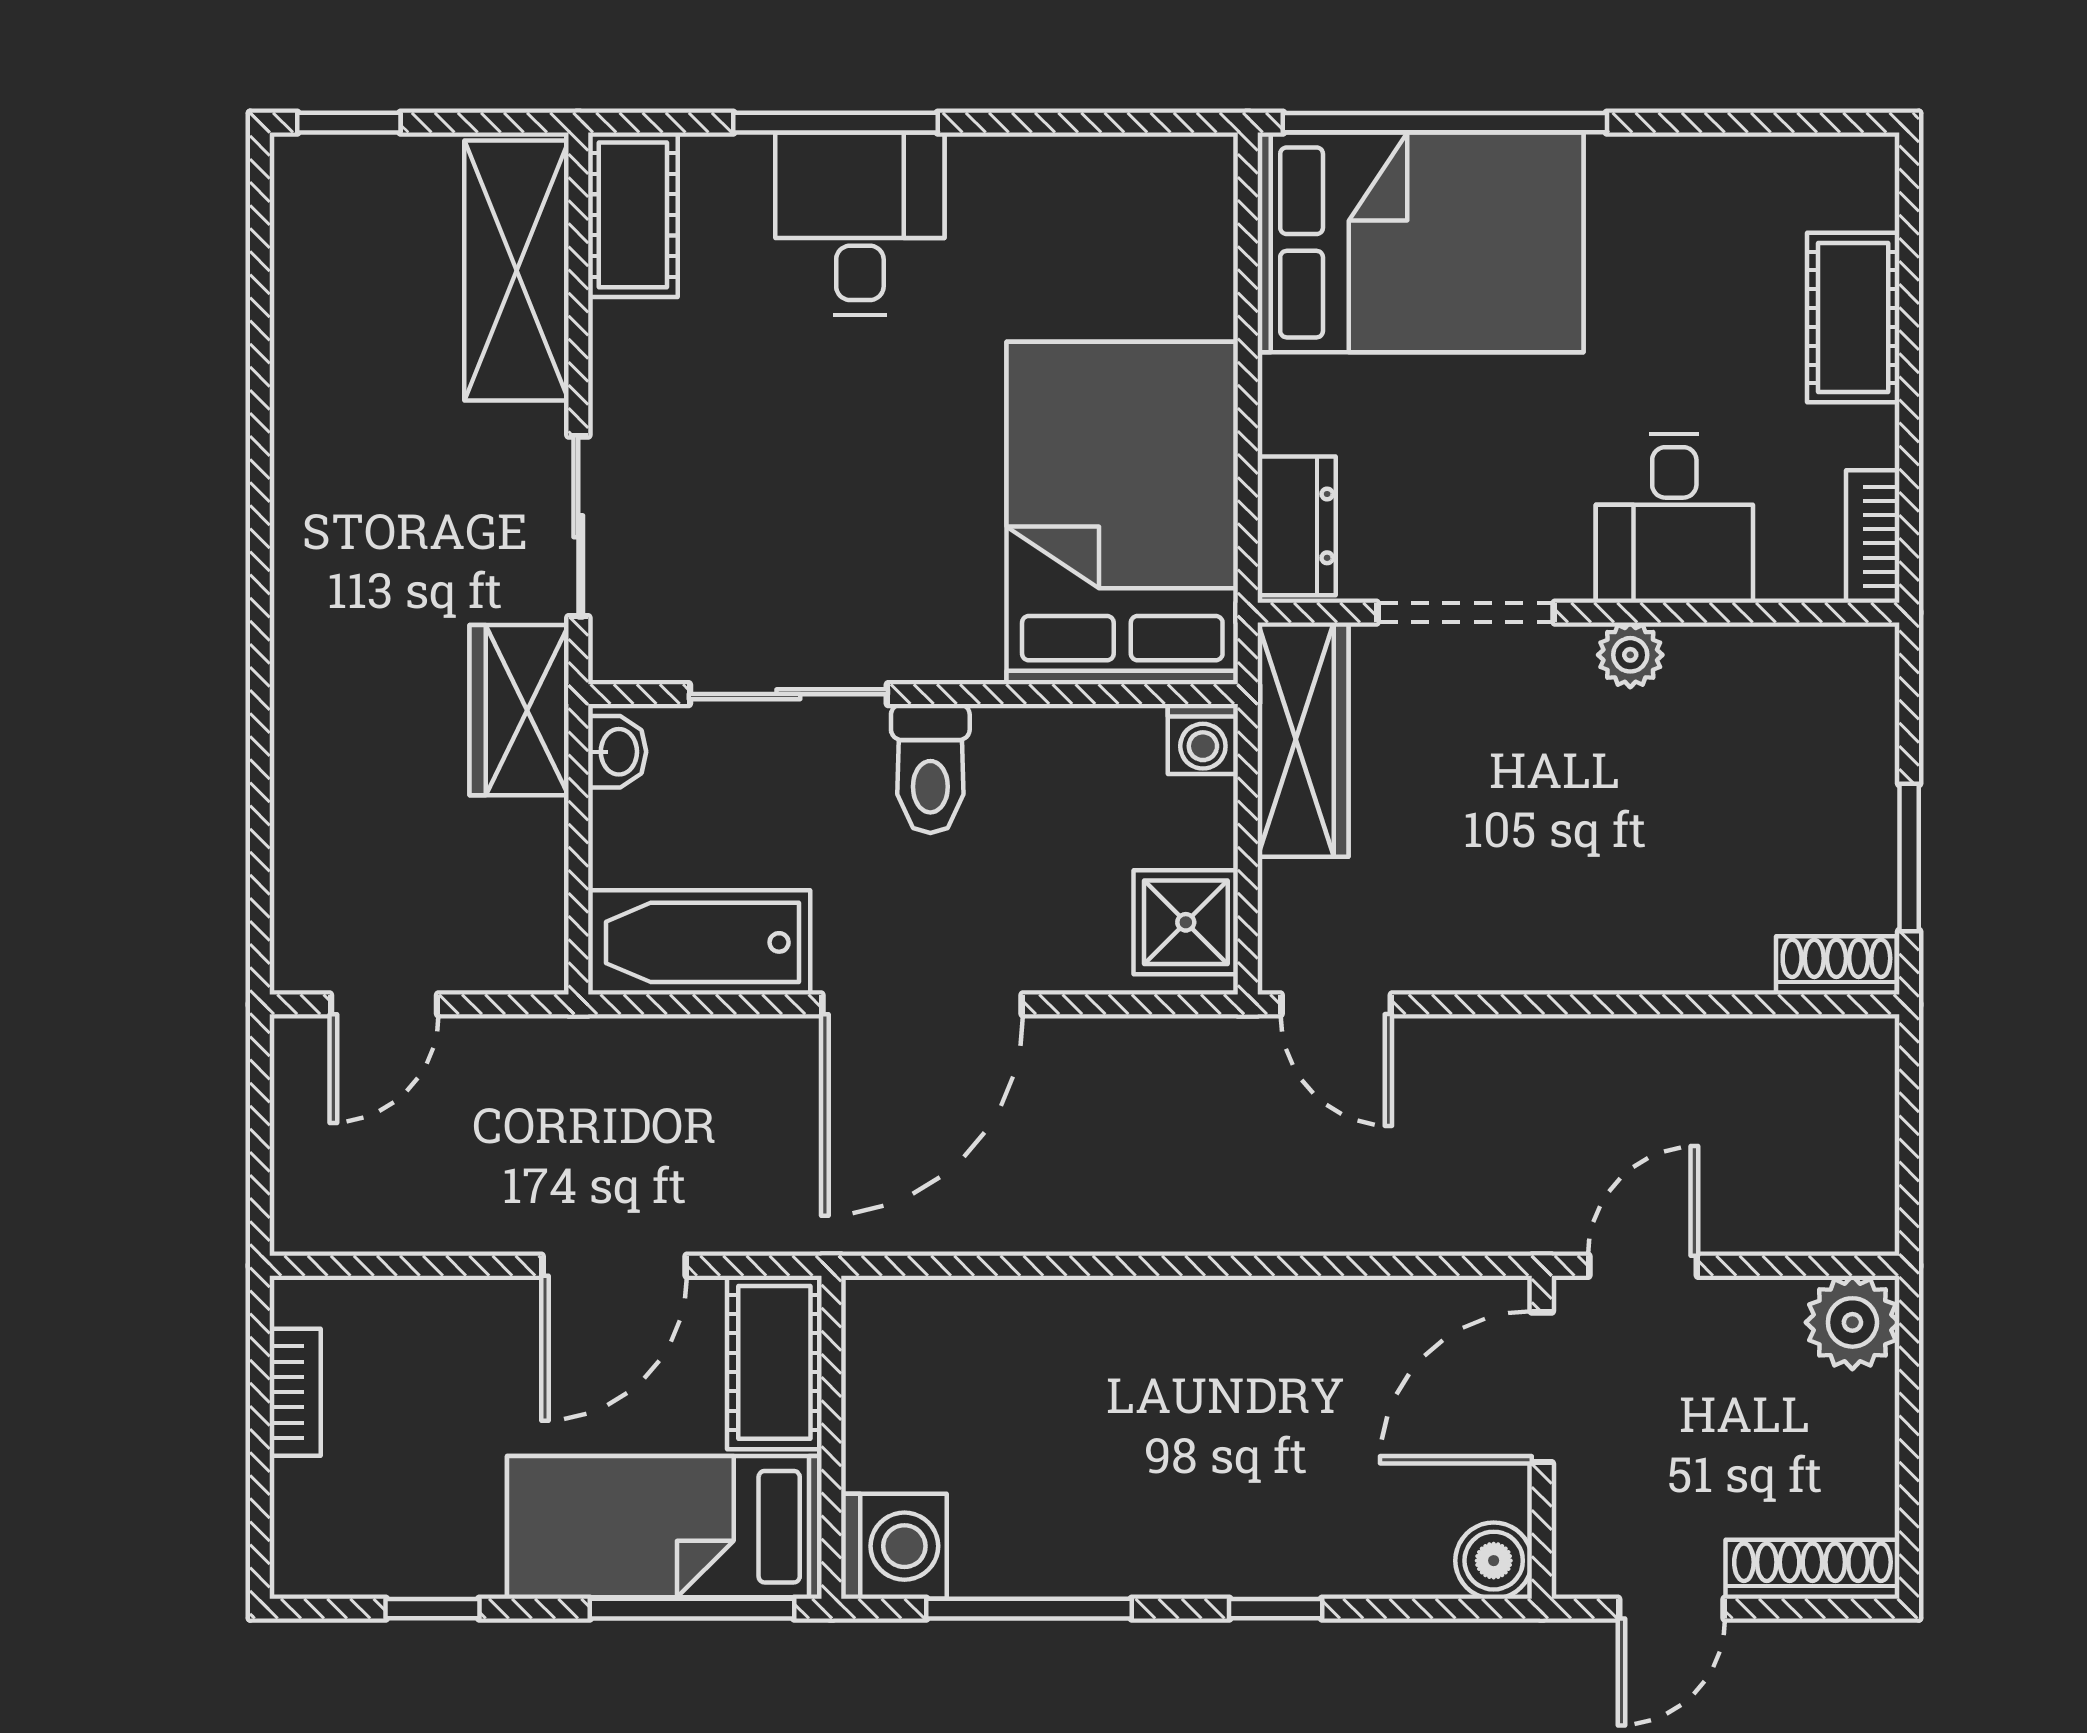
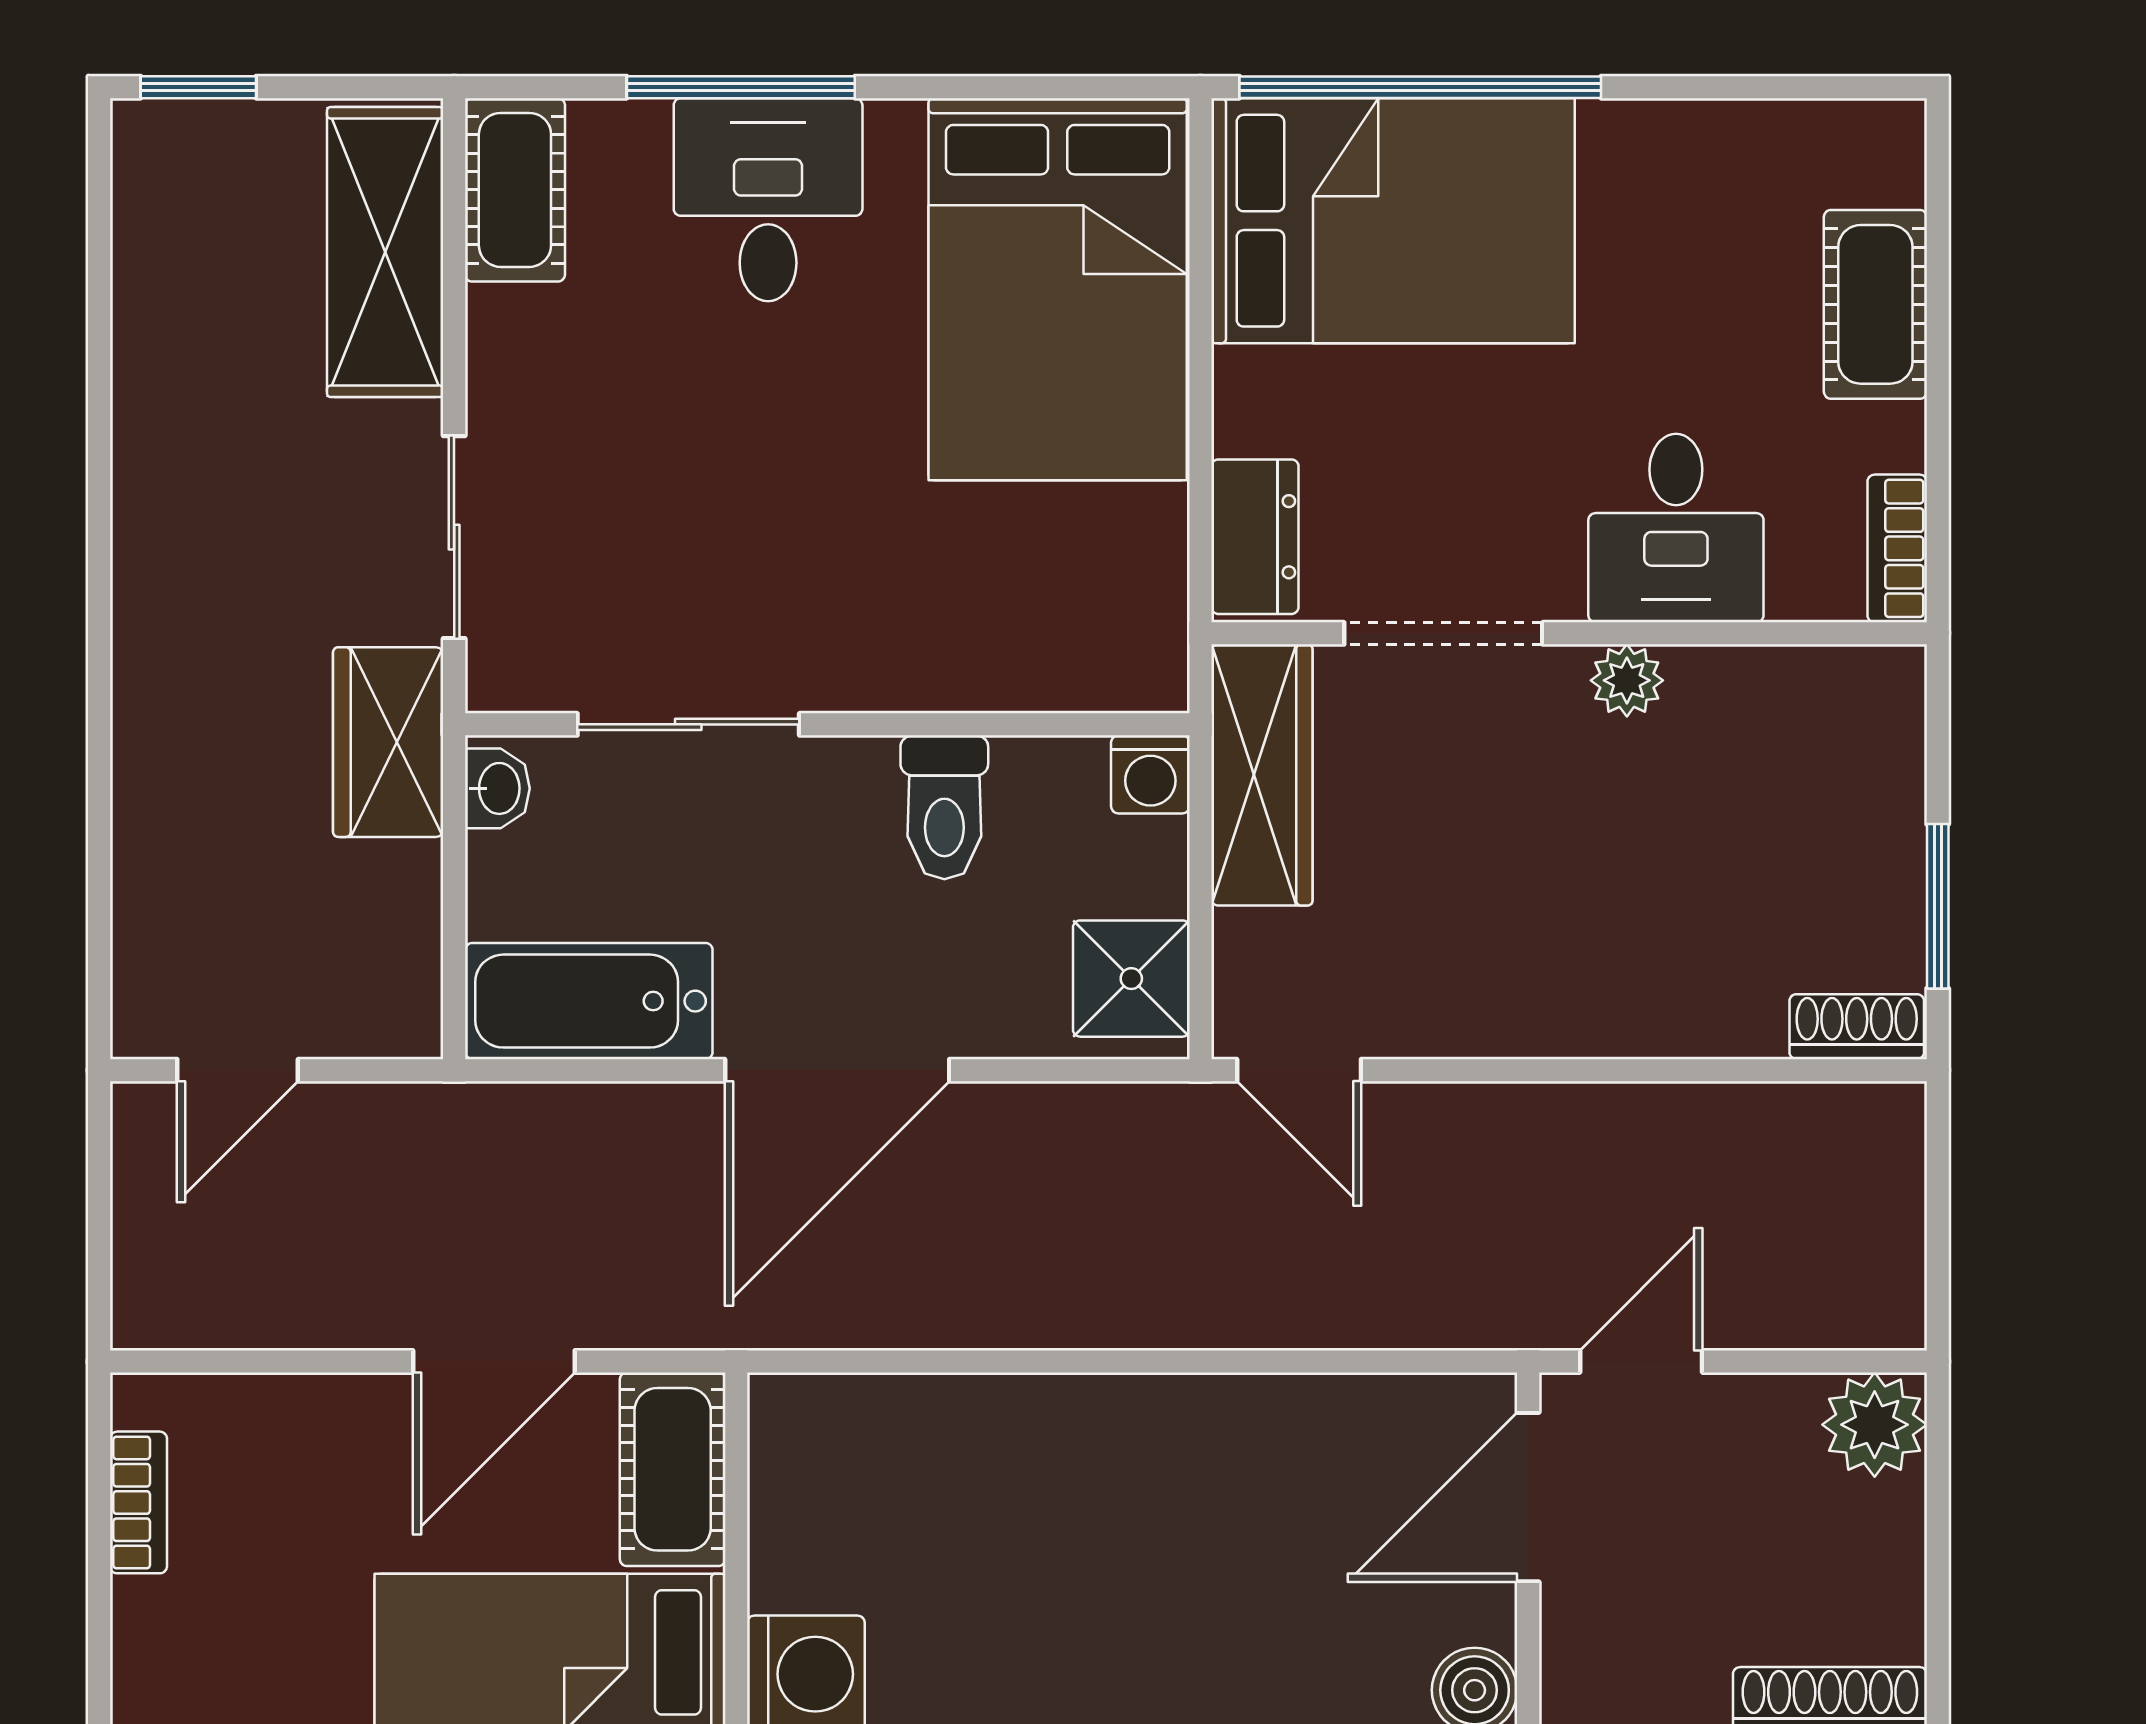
bed: (1122, 513) -> (1058, 289), moved, turned 180
toilet: (930, 769) -> (944, 807), moved

